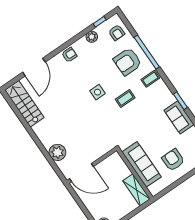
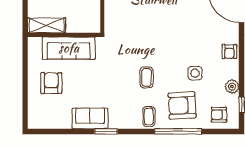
armchair: (128, 62) -> (182, 105), turned -93
side table: (98, 92) -> (195, 73), moved
armchair: (173, 160) -> (51, 83), turned -90

